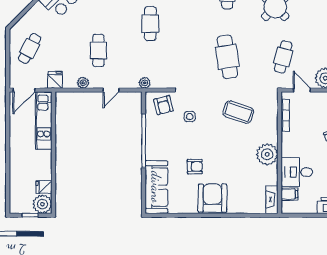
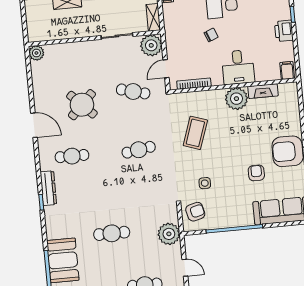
cafe table: (227, 57) -> (139, 150), width x0.73, depth x0.74
plant: (145, 83) -> (169, 234), width x1.88, depth x1.88
desk: (297, 172) -> (238, 67), moved
filing cabinet: (289, 194) -> (287, 70), moved
fireplace: (272, 200) -> (263, 91), moved

